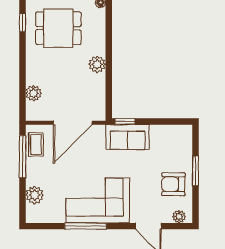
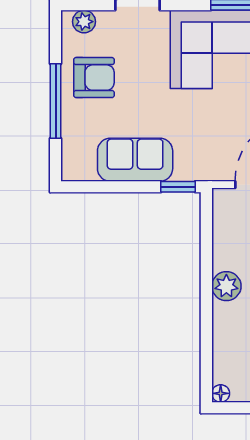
sofa: (128, 137) -> (135, 160), moved
window: (195, 171) -> (56, 101), width x1.44

